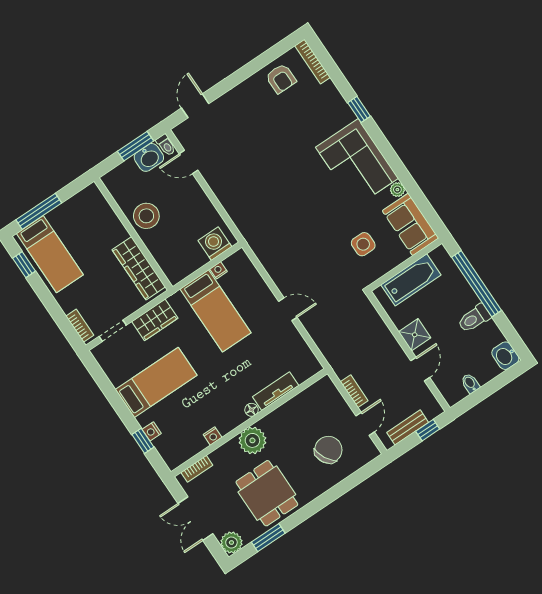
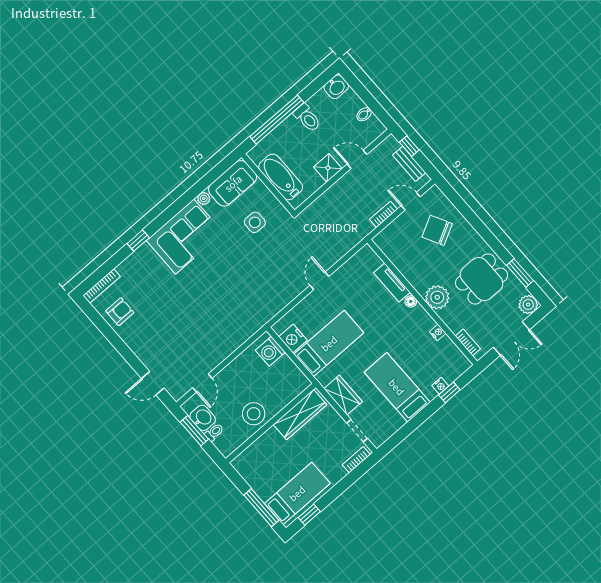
toilet: (166, 145) -> (214, 432), moved
nightstand: (219, 270) -> (293, 338), width x1.89, depth x1.79

